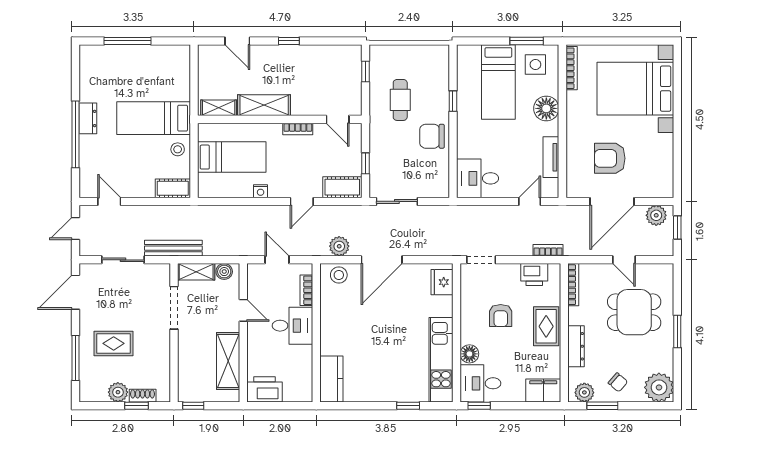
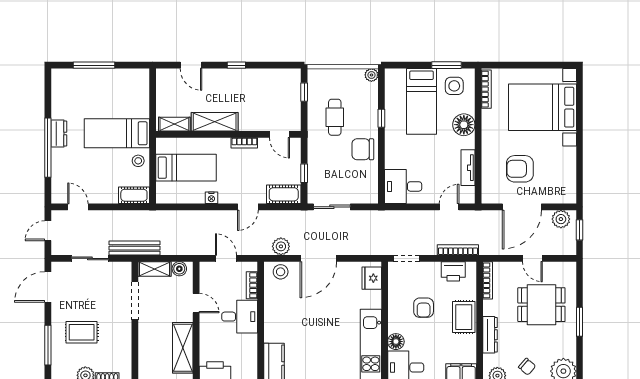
plant: (442, 52) -> (371, 75), added
bookcase: (548, 250) -> (458, 250), width x1.56

